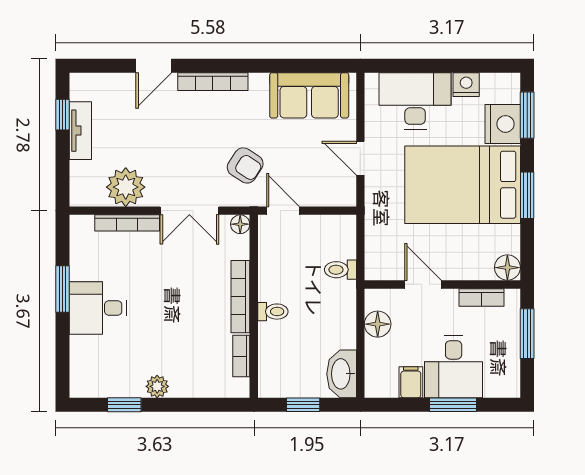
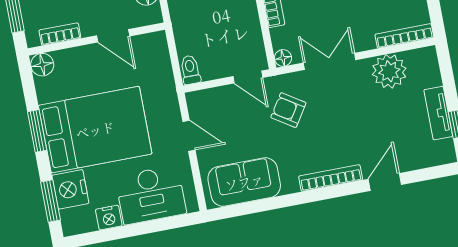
bookcase: (127, 223) -> (404, 36), moved
toilet: (340, 270) -> (190, 70), moved, turned -90

